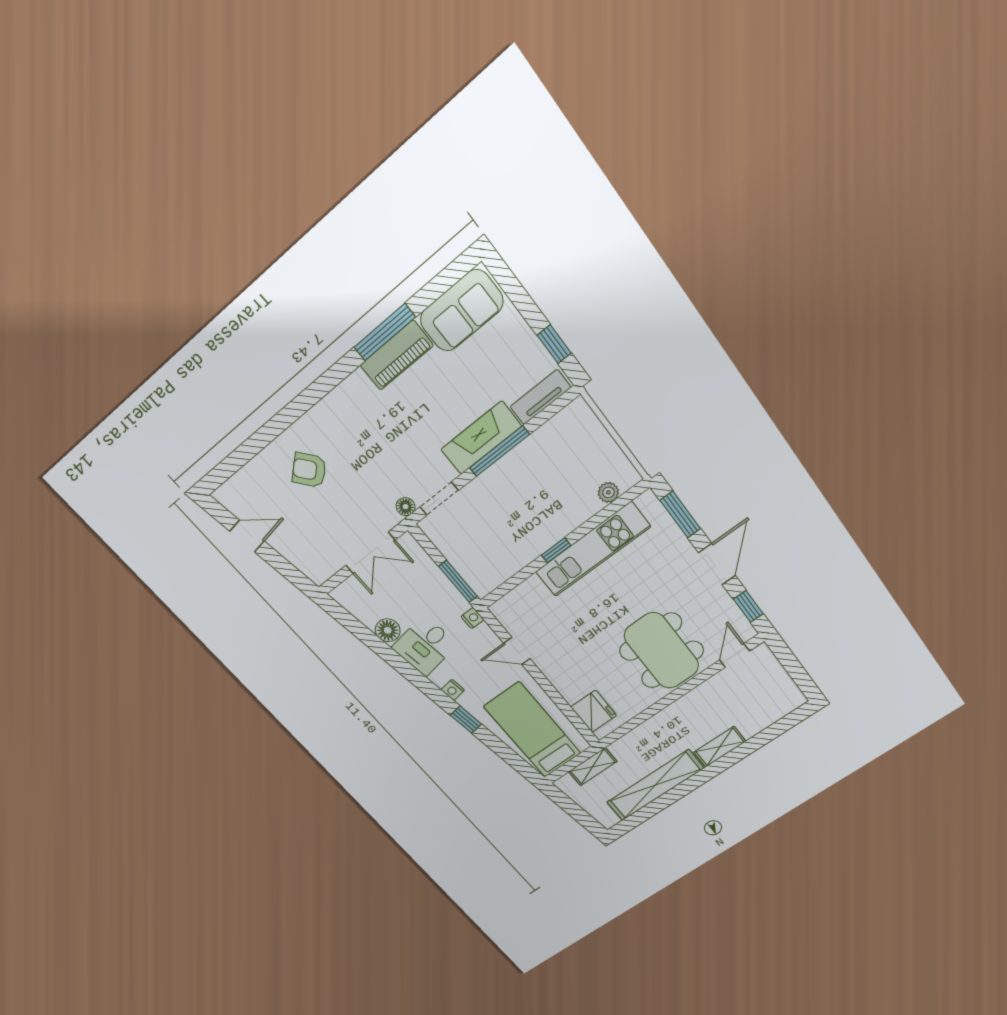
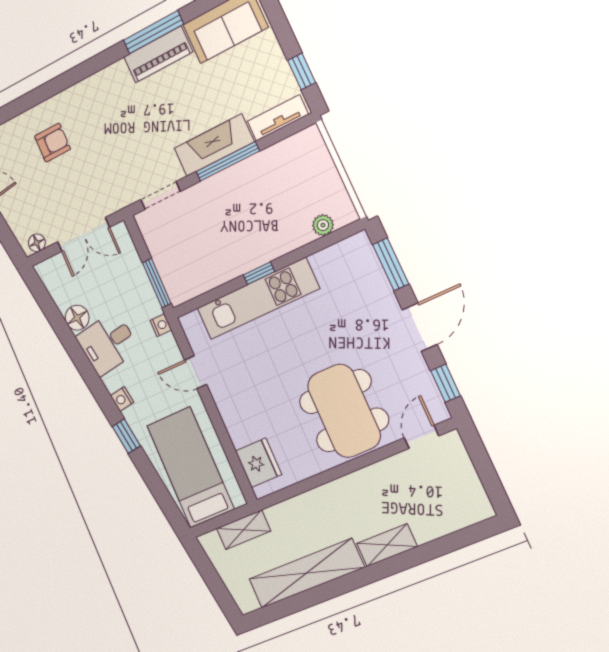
armchair: (309, 470) -> (53, 143), turned 130
floor lamp: (406, 507) -> (37, 243), moved
kitchen unit: (593, 549) -> (258, 298), moved

